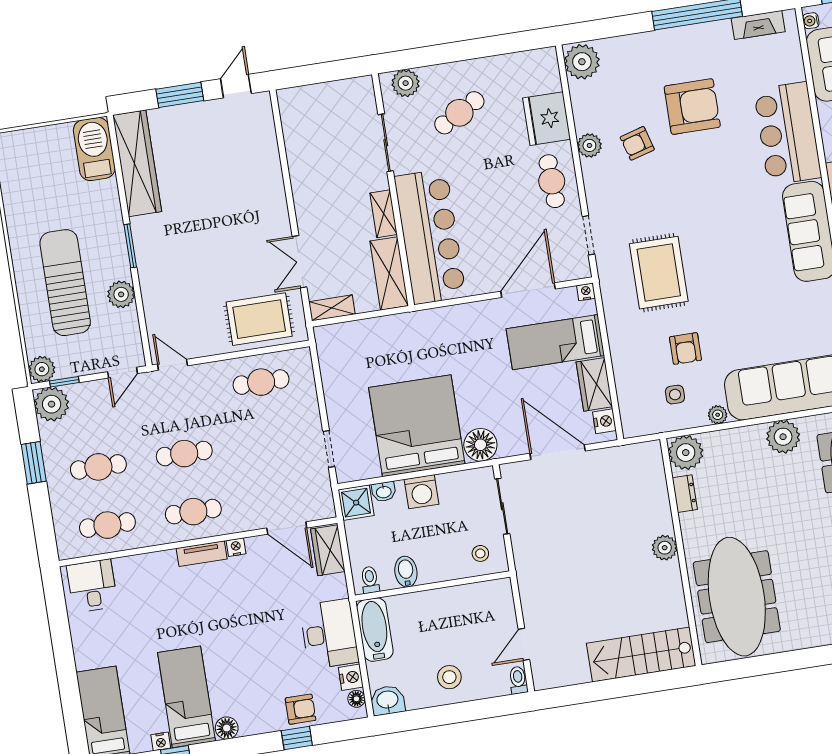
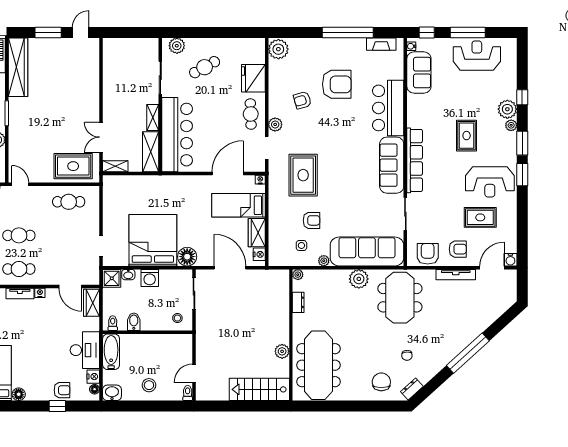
plant: (589, 145) -> (275, 124), moved
armchair: (685, 349) -> (311, 220), turned -90
plant: (686, 453) -> (298, 275), width x0.53, depth x0.53
plant: (665, 548) -> (282, 351), moved

